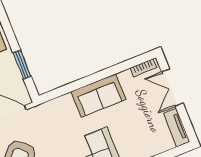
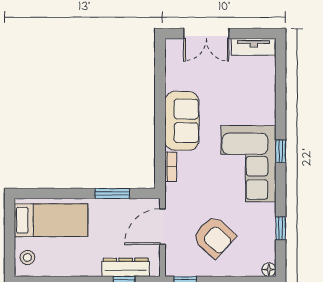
bookcase: (143, 68) -> (171, 167), moved

